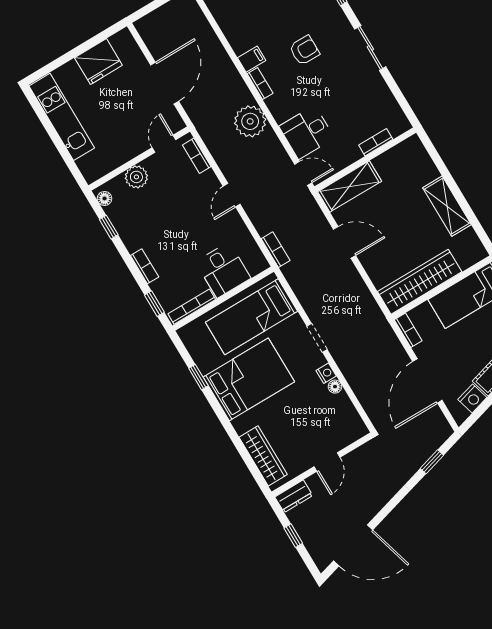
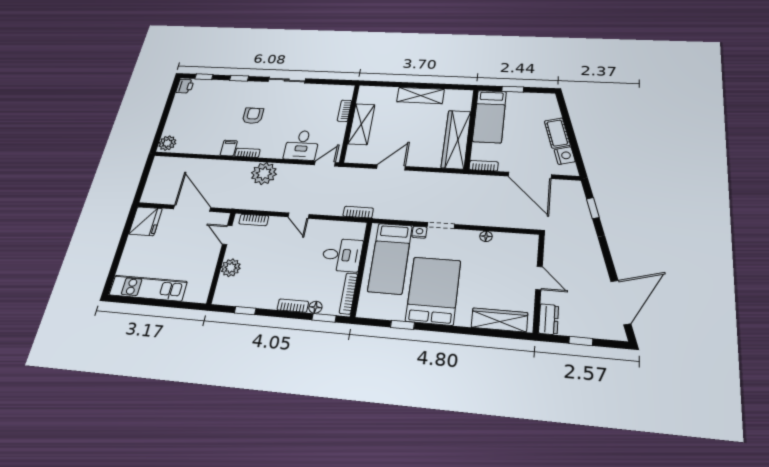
fridge: (98, 61) -> (146, 221), moved
shelving: (350, 186) -> (361, 124), moved
floor lamp: (105, 198) -> (315, 307), moved
nightstand: (326, 373) -> (419, 232), moved

